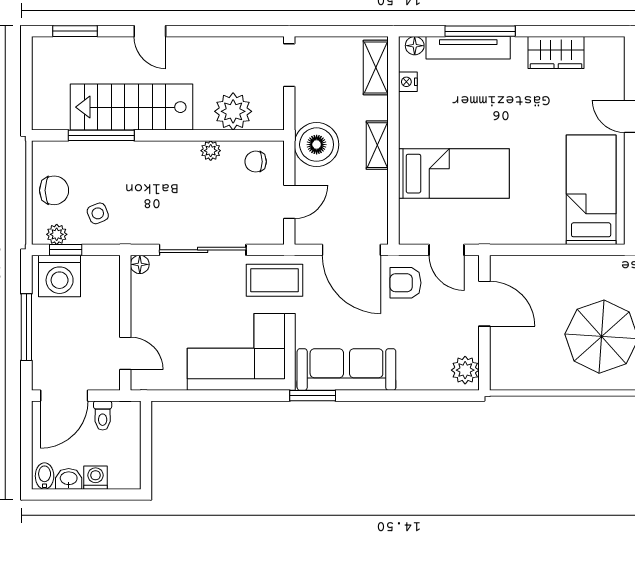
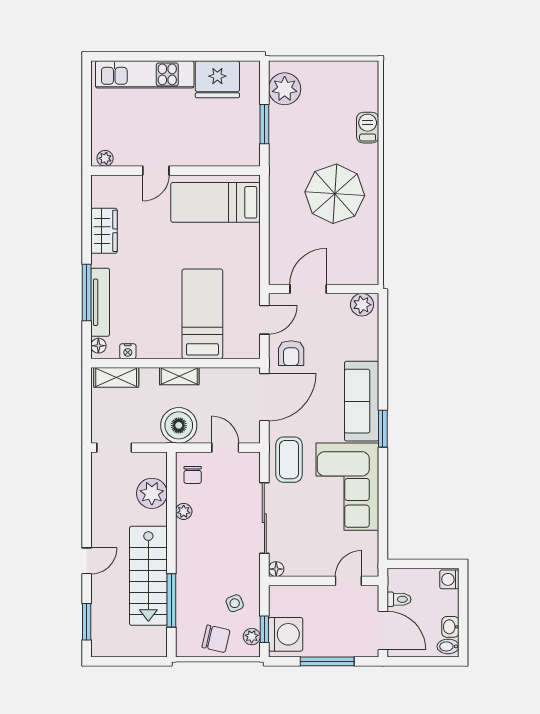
chair: (54, 190) -> (216, 639), turned 103
washing machine: (95, 478) -> (449, 579), moved

